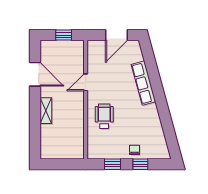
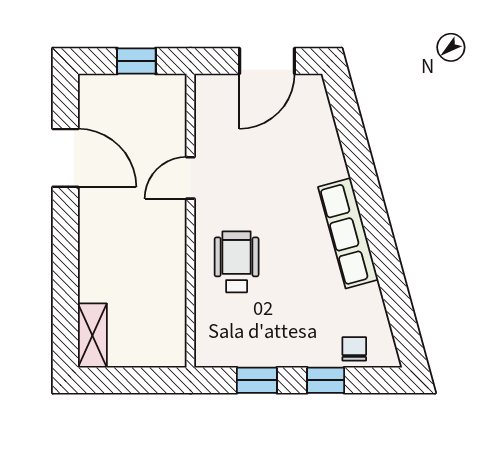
row of seats: (143, 83) -> (348, 233), moved
shelving: (46, 111) -> (92, 335), moved
chair: (134, 150) -> (354, 349), moved

